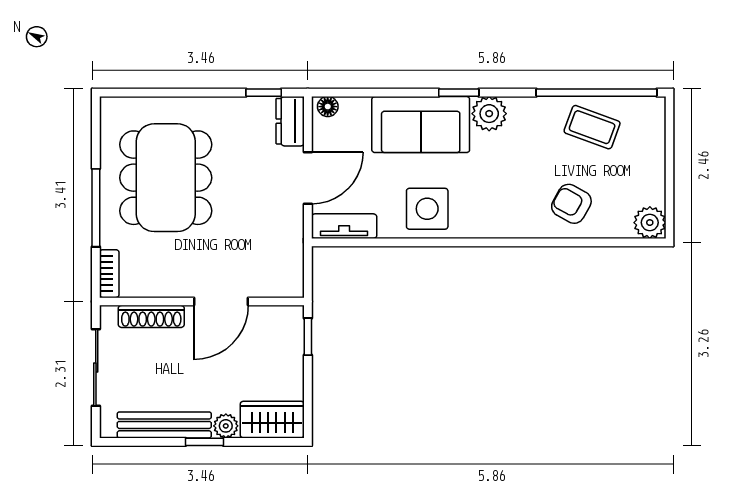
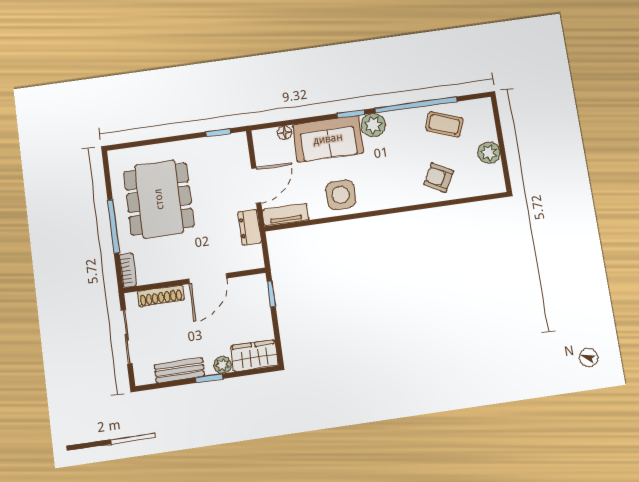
window: (596, 93) -> (416, 105), moved
floor lamp: (328, 107) -> (285, 133), moved
dresser: (290, 121) -> (250, 227), moved
plant: (650, 223) -> (489, 153), moved
bench: (164, 425) -> (179, 370), width x0.73

